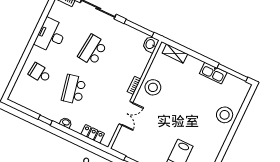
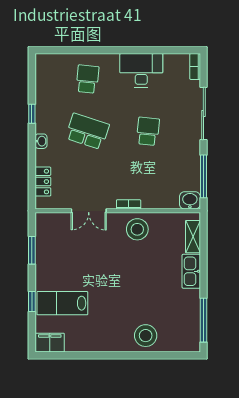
school desk: (93, 50) -> (148, 131), width x0.54
kitchen sink: (213, 73) -> (191, 271), moved
school desk: (74, 89) -> (87, 131), turned 30

